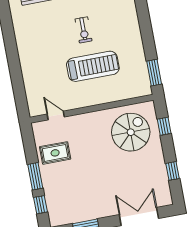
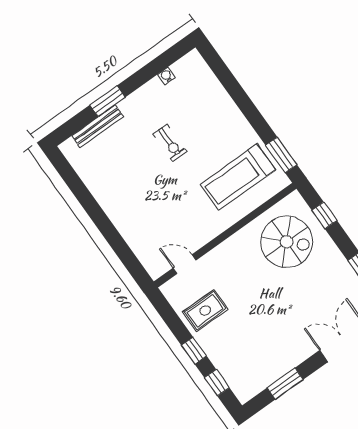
treadmill: (93, 66) -> (238, 177), moved, turned 180
spiral stairs: (131, 132) -> (287, 242), turned 90
window: (35, 176) -> (194, 351), width x0.67

